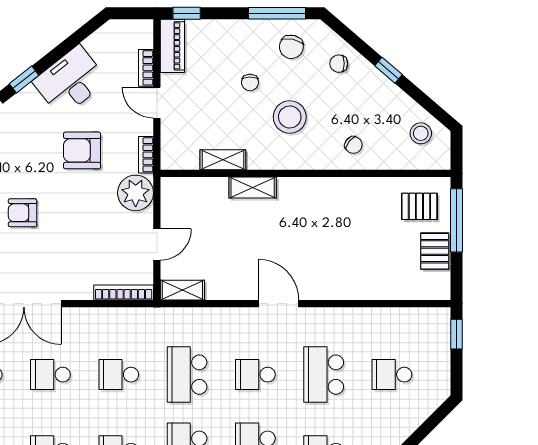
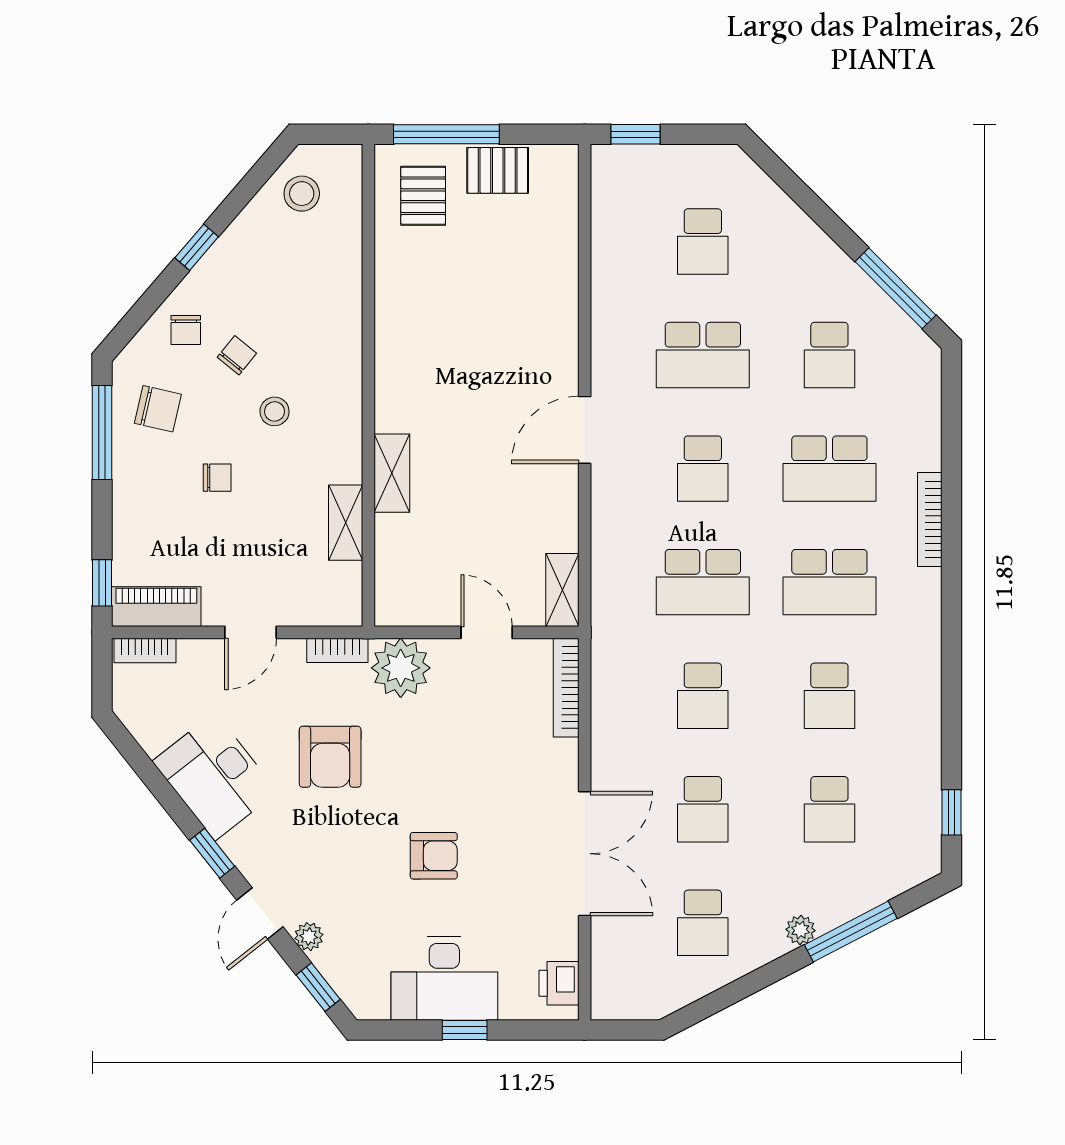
bookcase: (146, 68) -> (145, 650), moved
stool: (290, 117) -> (275, 411), width x0.53, depth x0.53
chair: (353, 145) -> (237, 355), moved
armchair: (23, 213) -> (434, 856), turned -90

